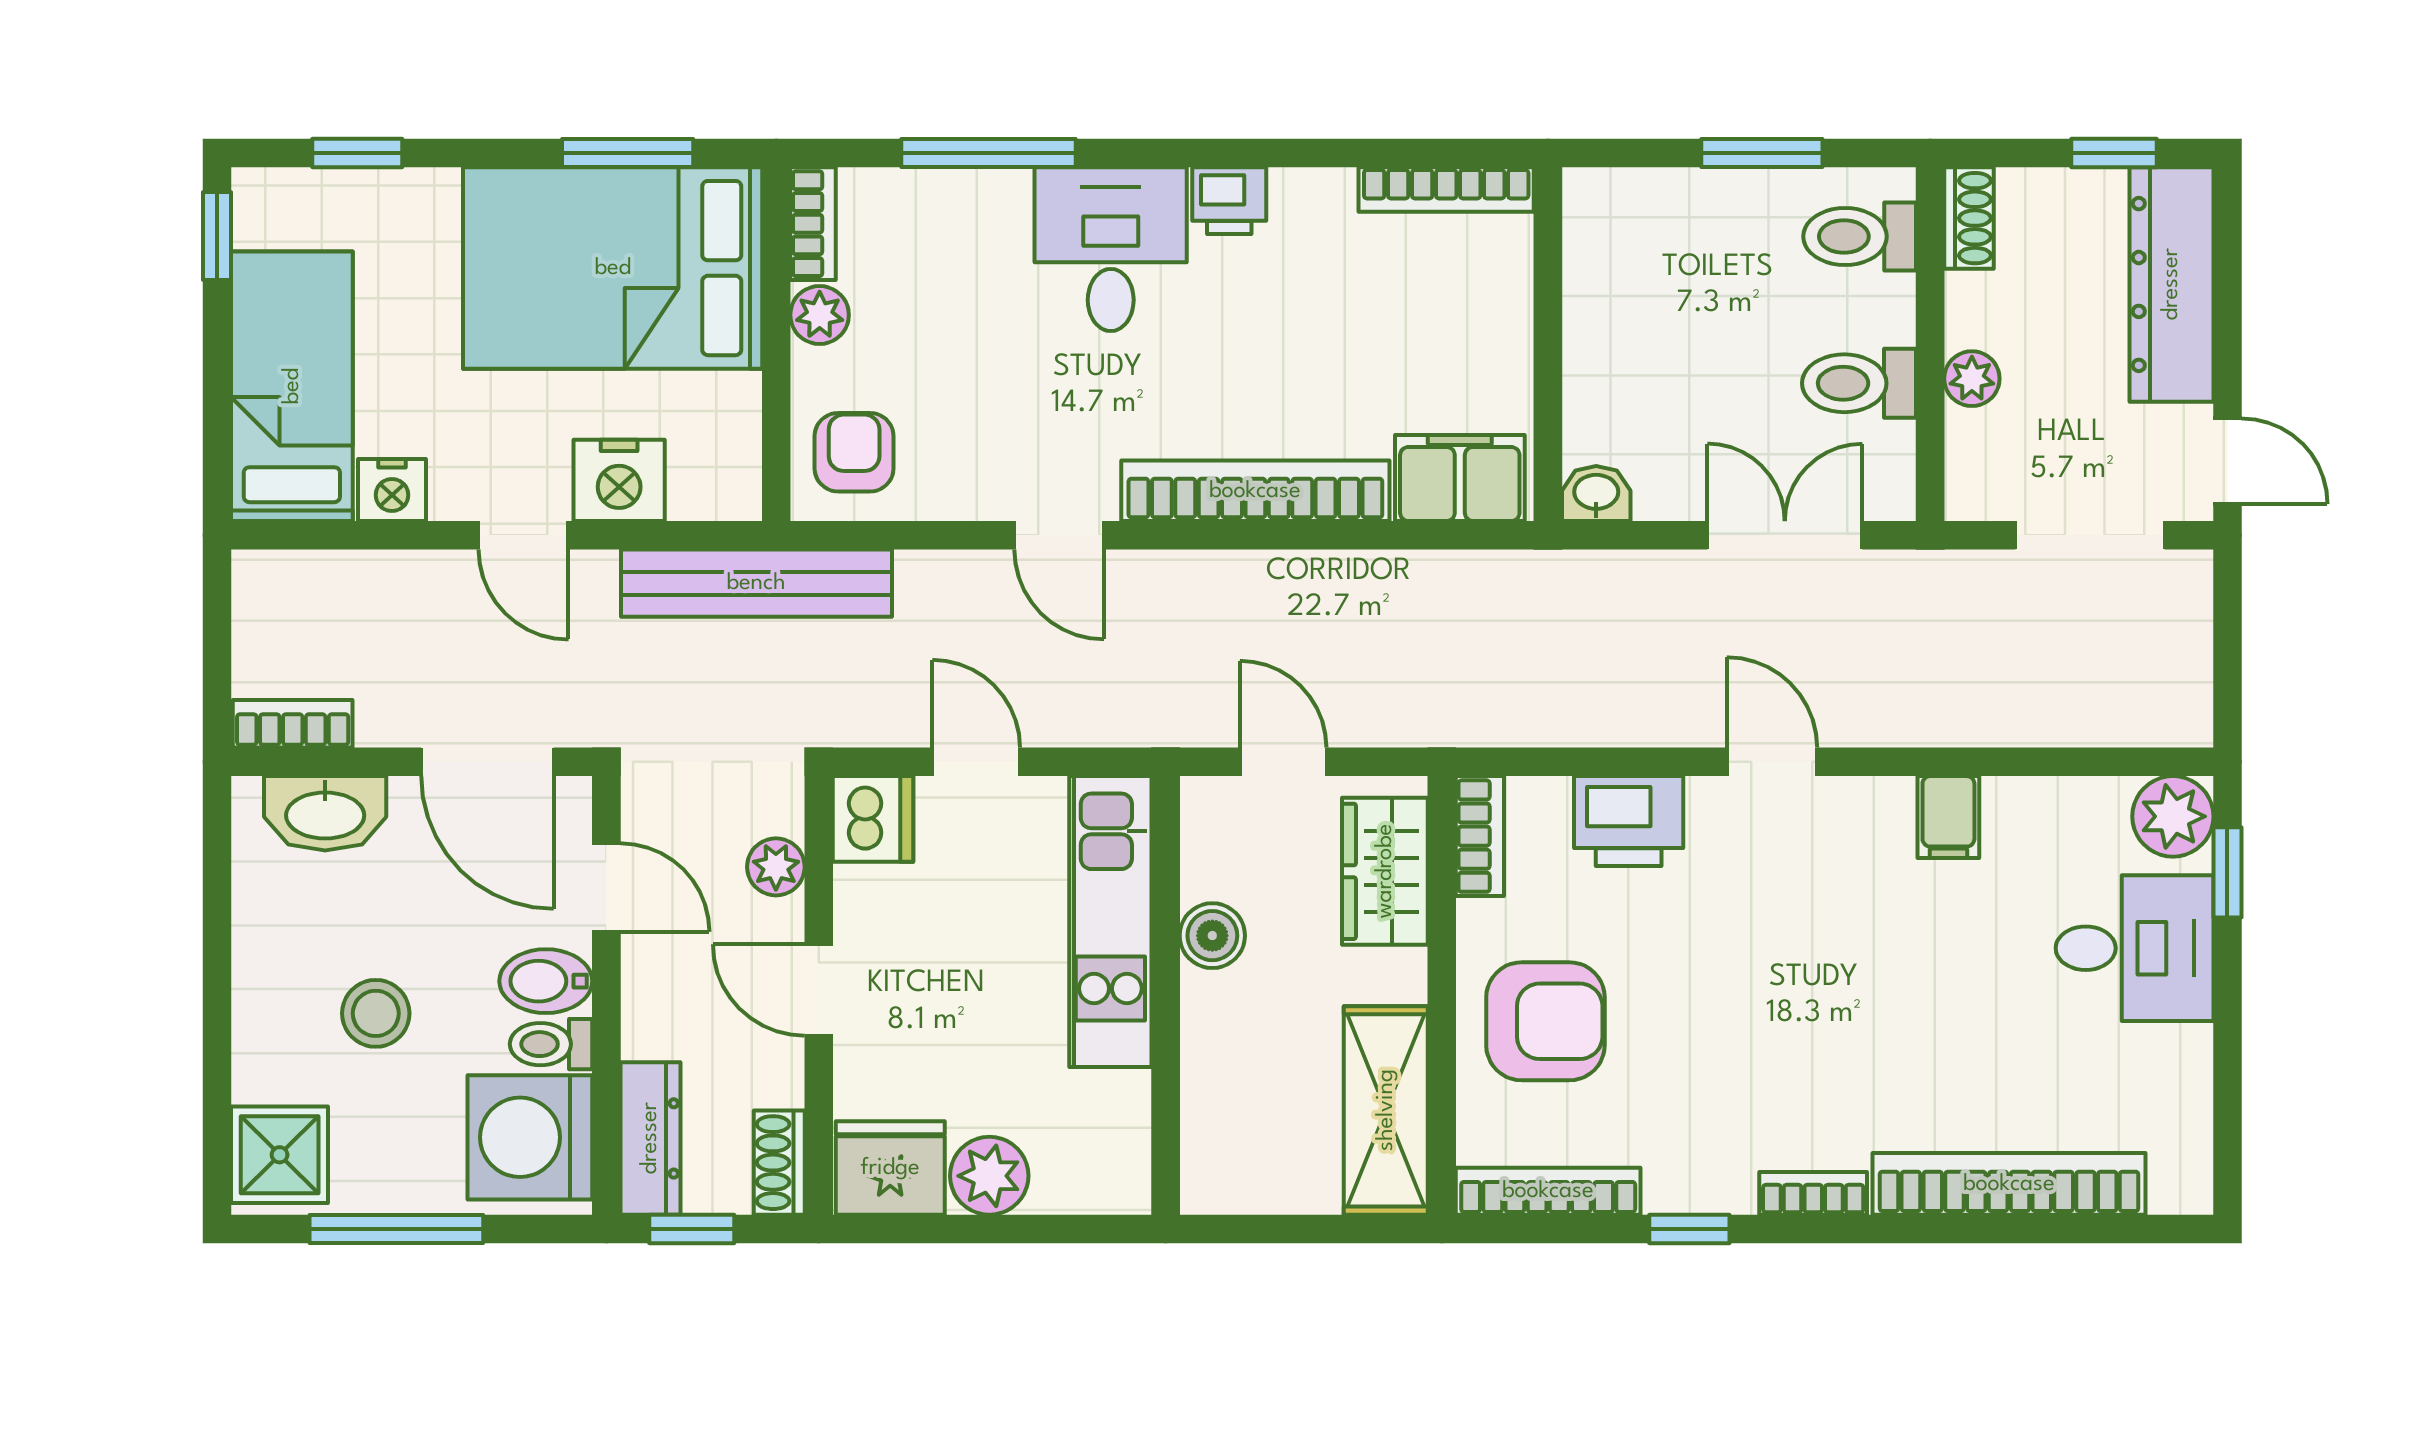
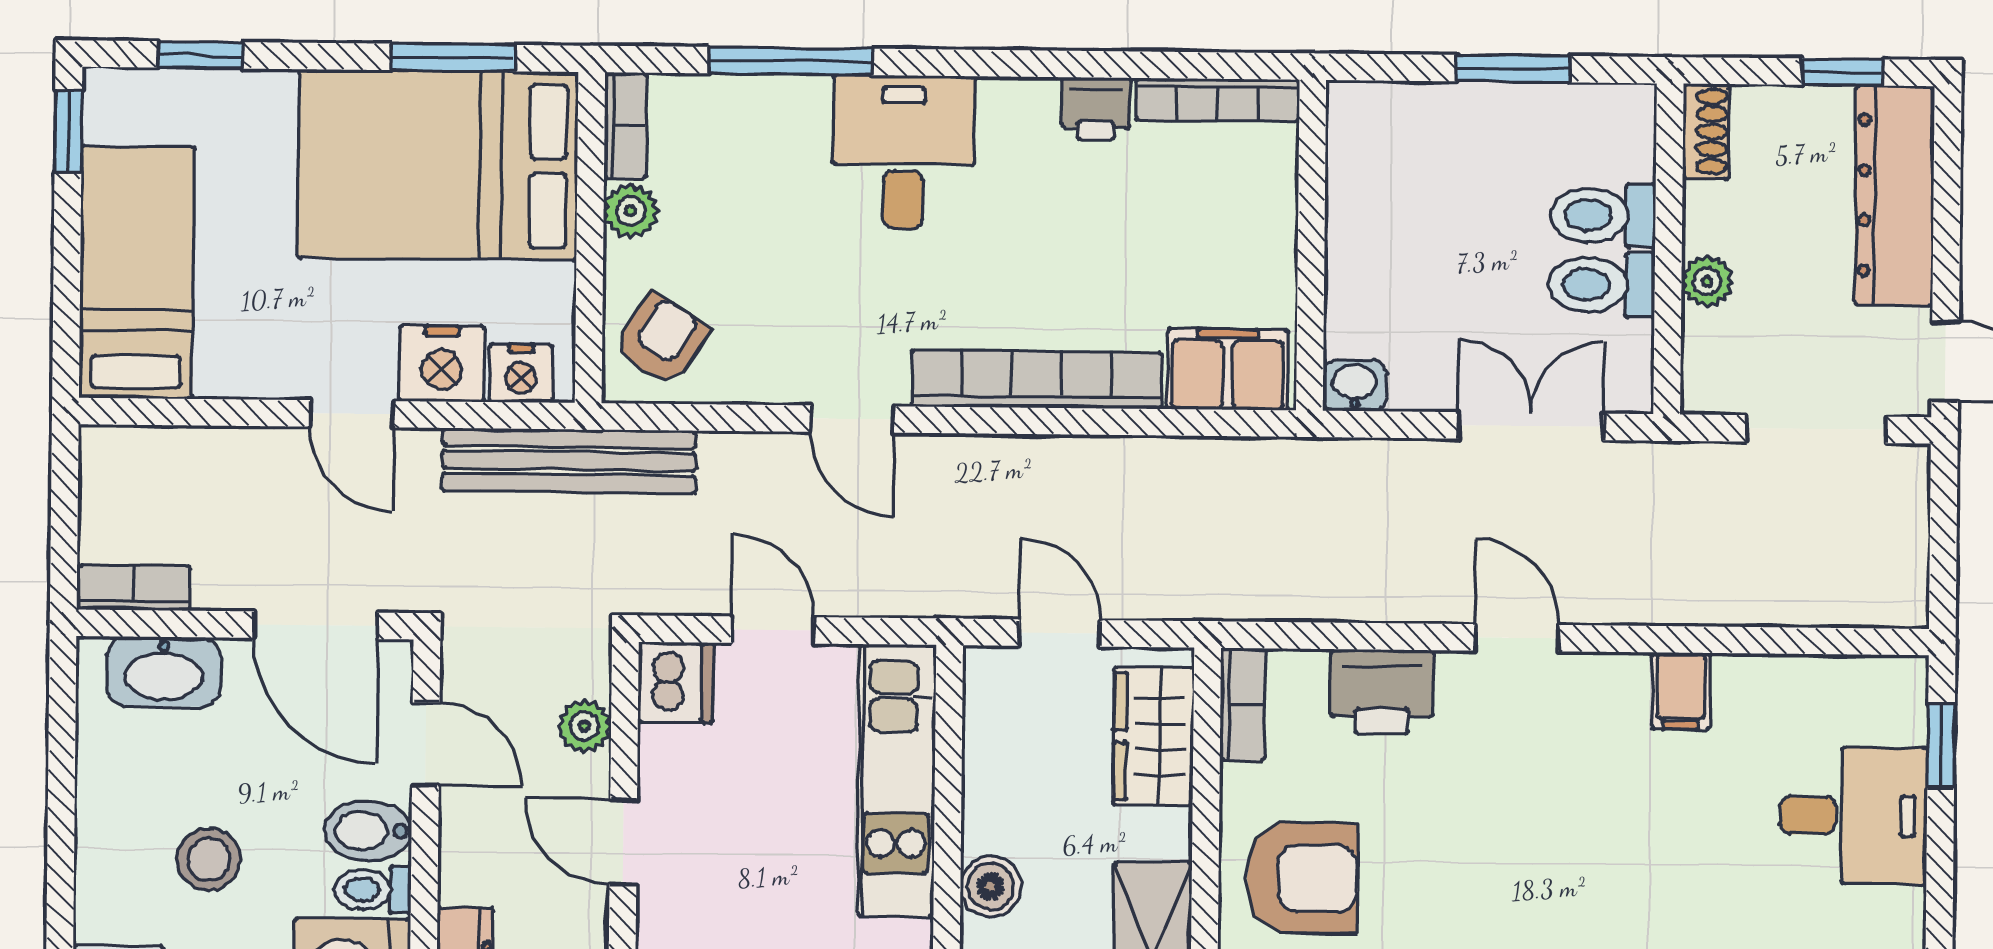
printer: (1229, 201) -> (1096, 109), moved
toilet: (1860, 236) -> (1603, 215), moved
armchair: (854, 452) -> (662, 339), turned 32
nightstand: (392, 490) -> (521, 373), moved
plant: (2173, 816) -> (1891, 693), removed
boiler: (1212, 936) -> (991, 887), moved

